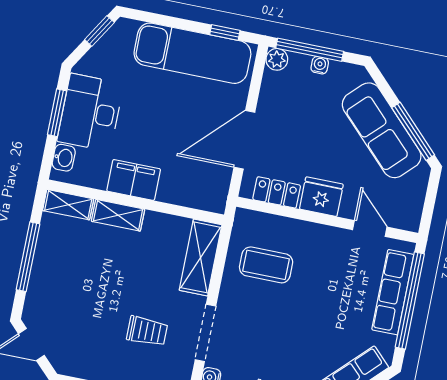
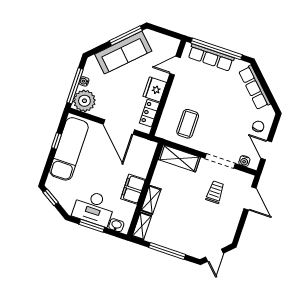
window: (225, 33) -> (56, 141), moved
plant: (277, 59) -> (84, 101), width x1.87, depth x1.87

